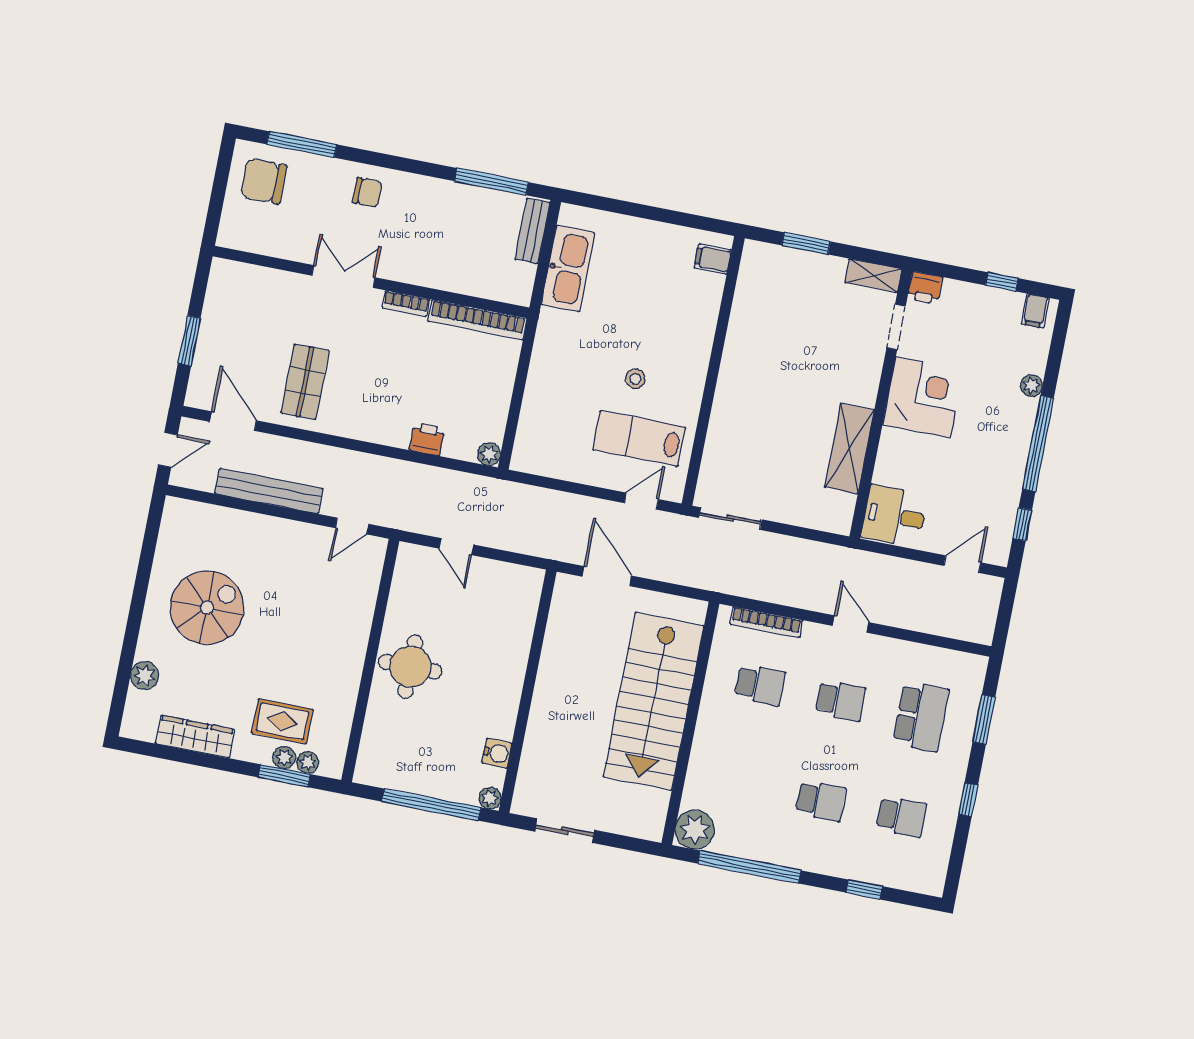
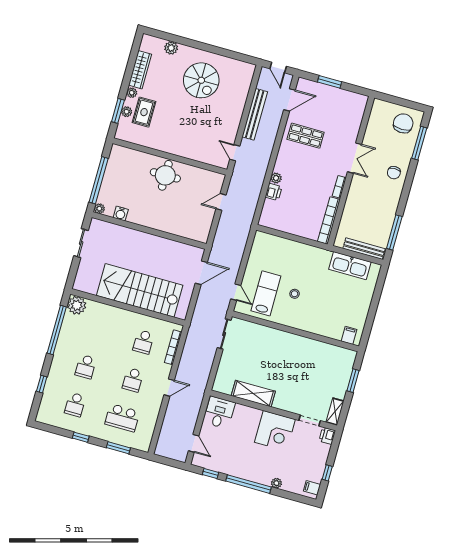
bench: (532, 231) -> (364, 249), width x1.36
plant: (489, 454) -> (276, 178), moved
plant: (308, 762) -> (132, 93), moved

